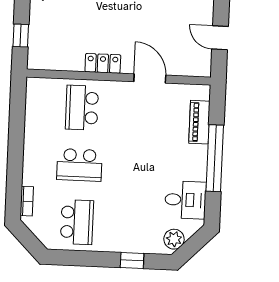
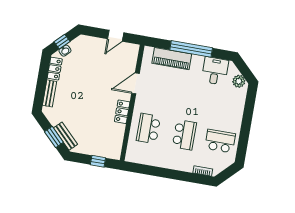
school desk: (82, 108) -> (148, 129), turned 90
piano: (199, 122) -> (172, 59), width x1.37, depth x1.33
window: (132, 260) -> (249, 109), removed

